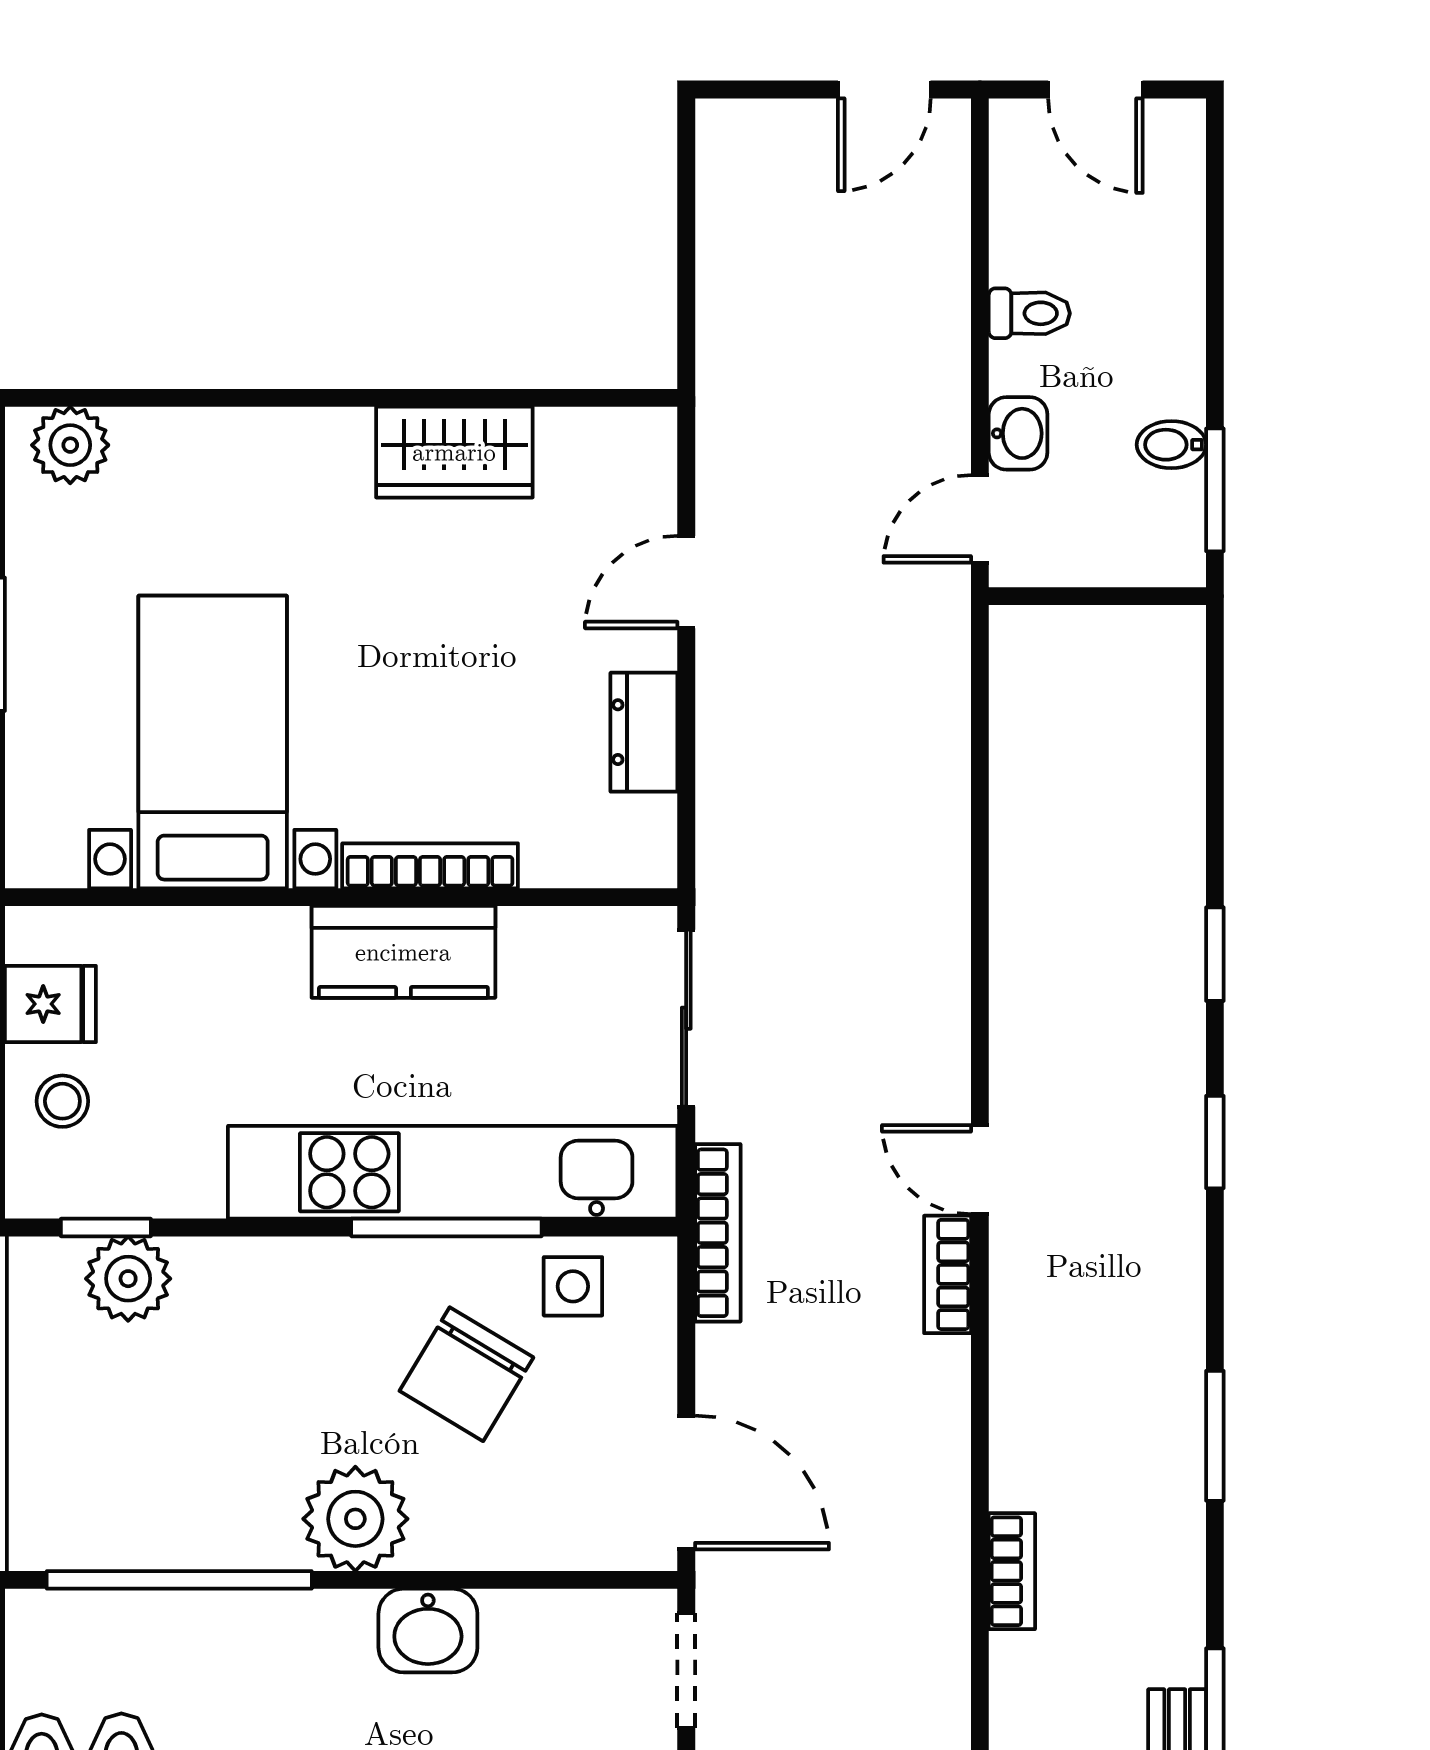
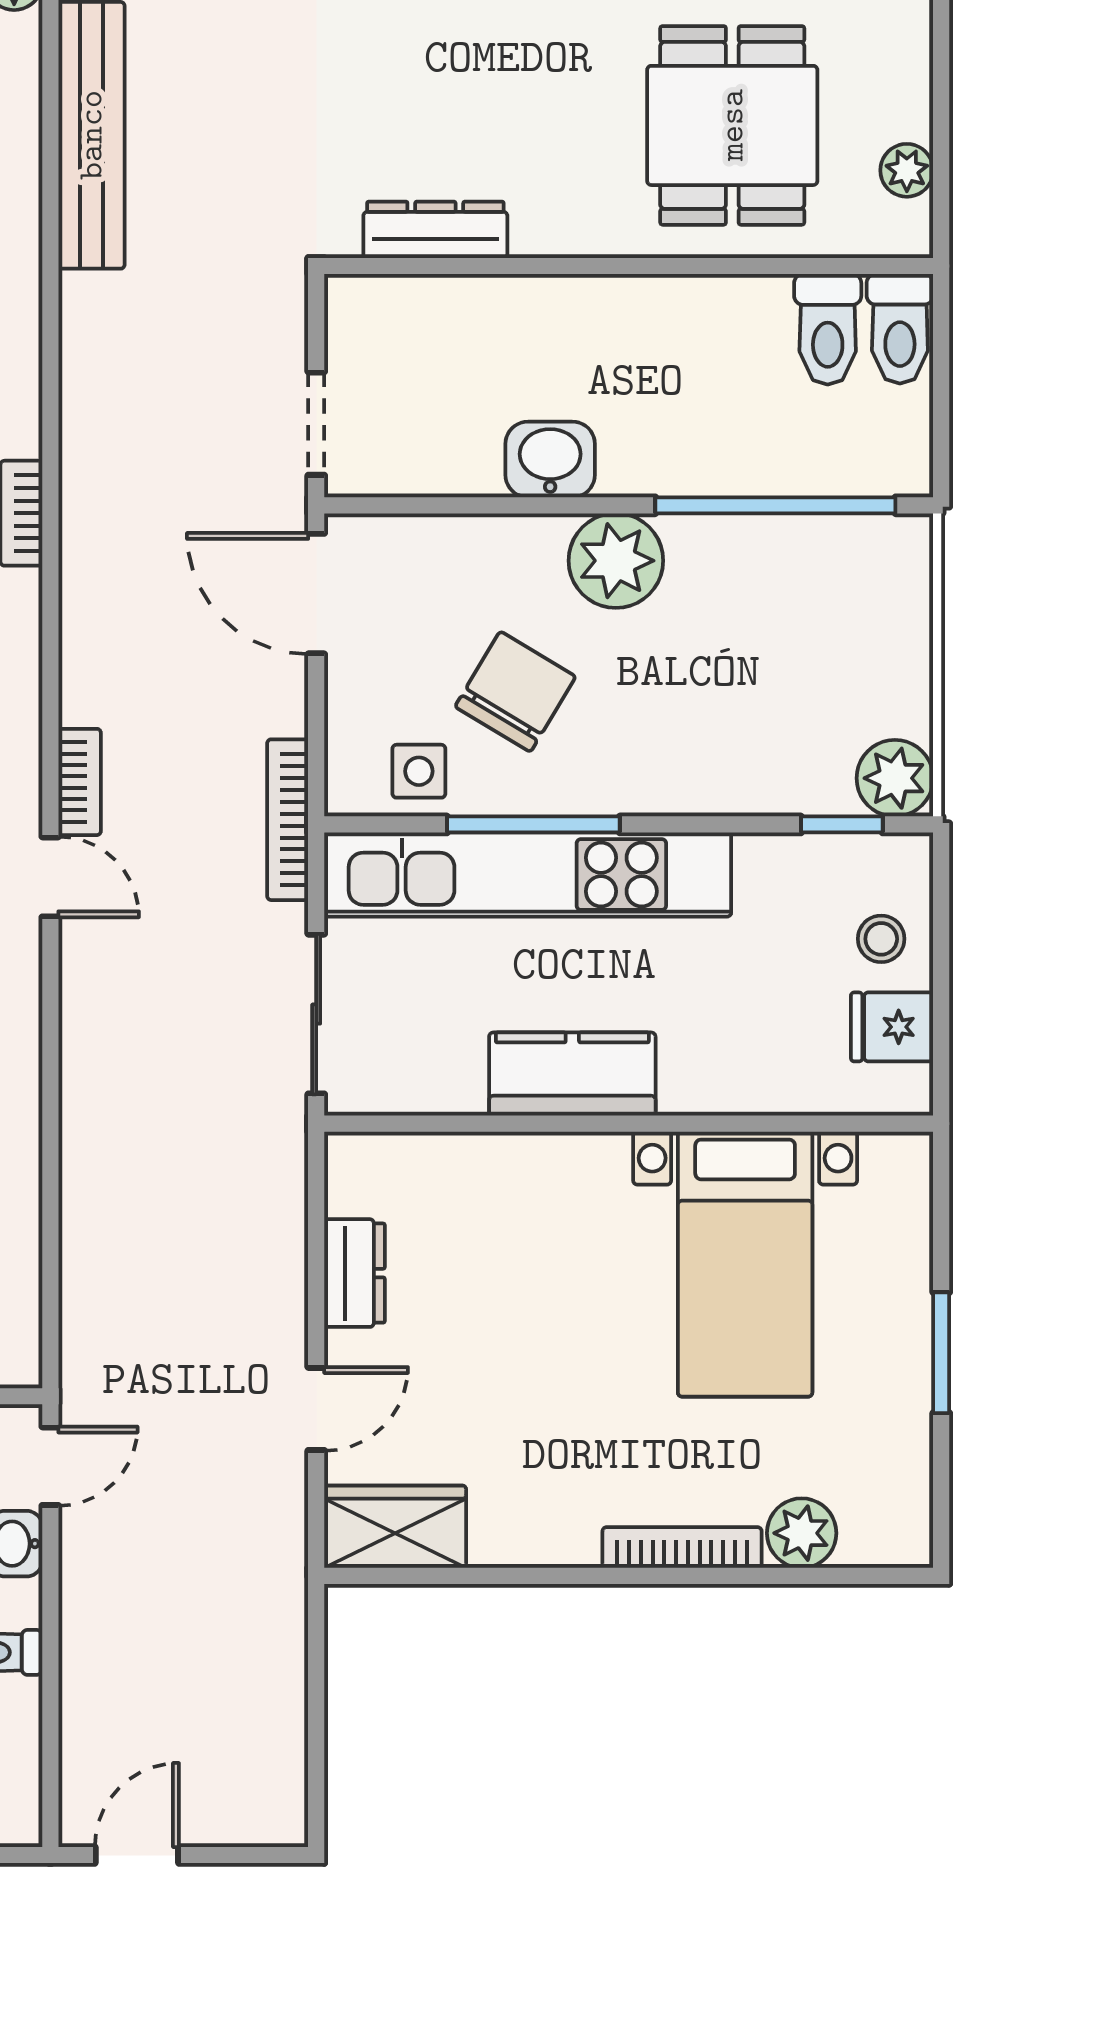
plant: (70, 445) -> (802, 1533), moved
wardrobe: (454, 452) -> (395, 1527), moved
bookcase: (430, 866) -> (682, 1547), moved, turned 180
plant: (128, 1279) -> (895, 778), moved

